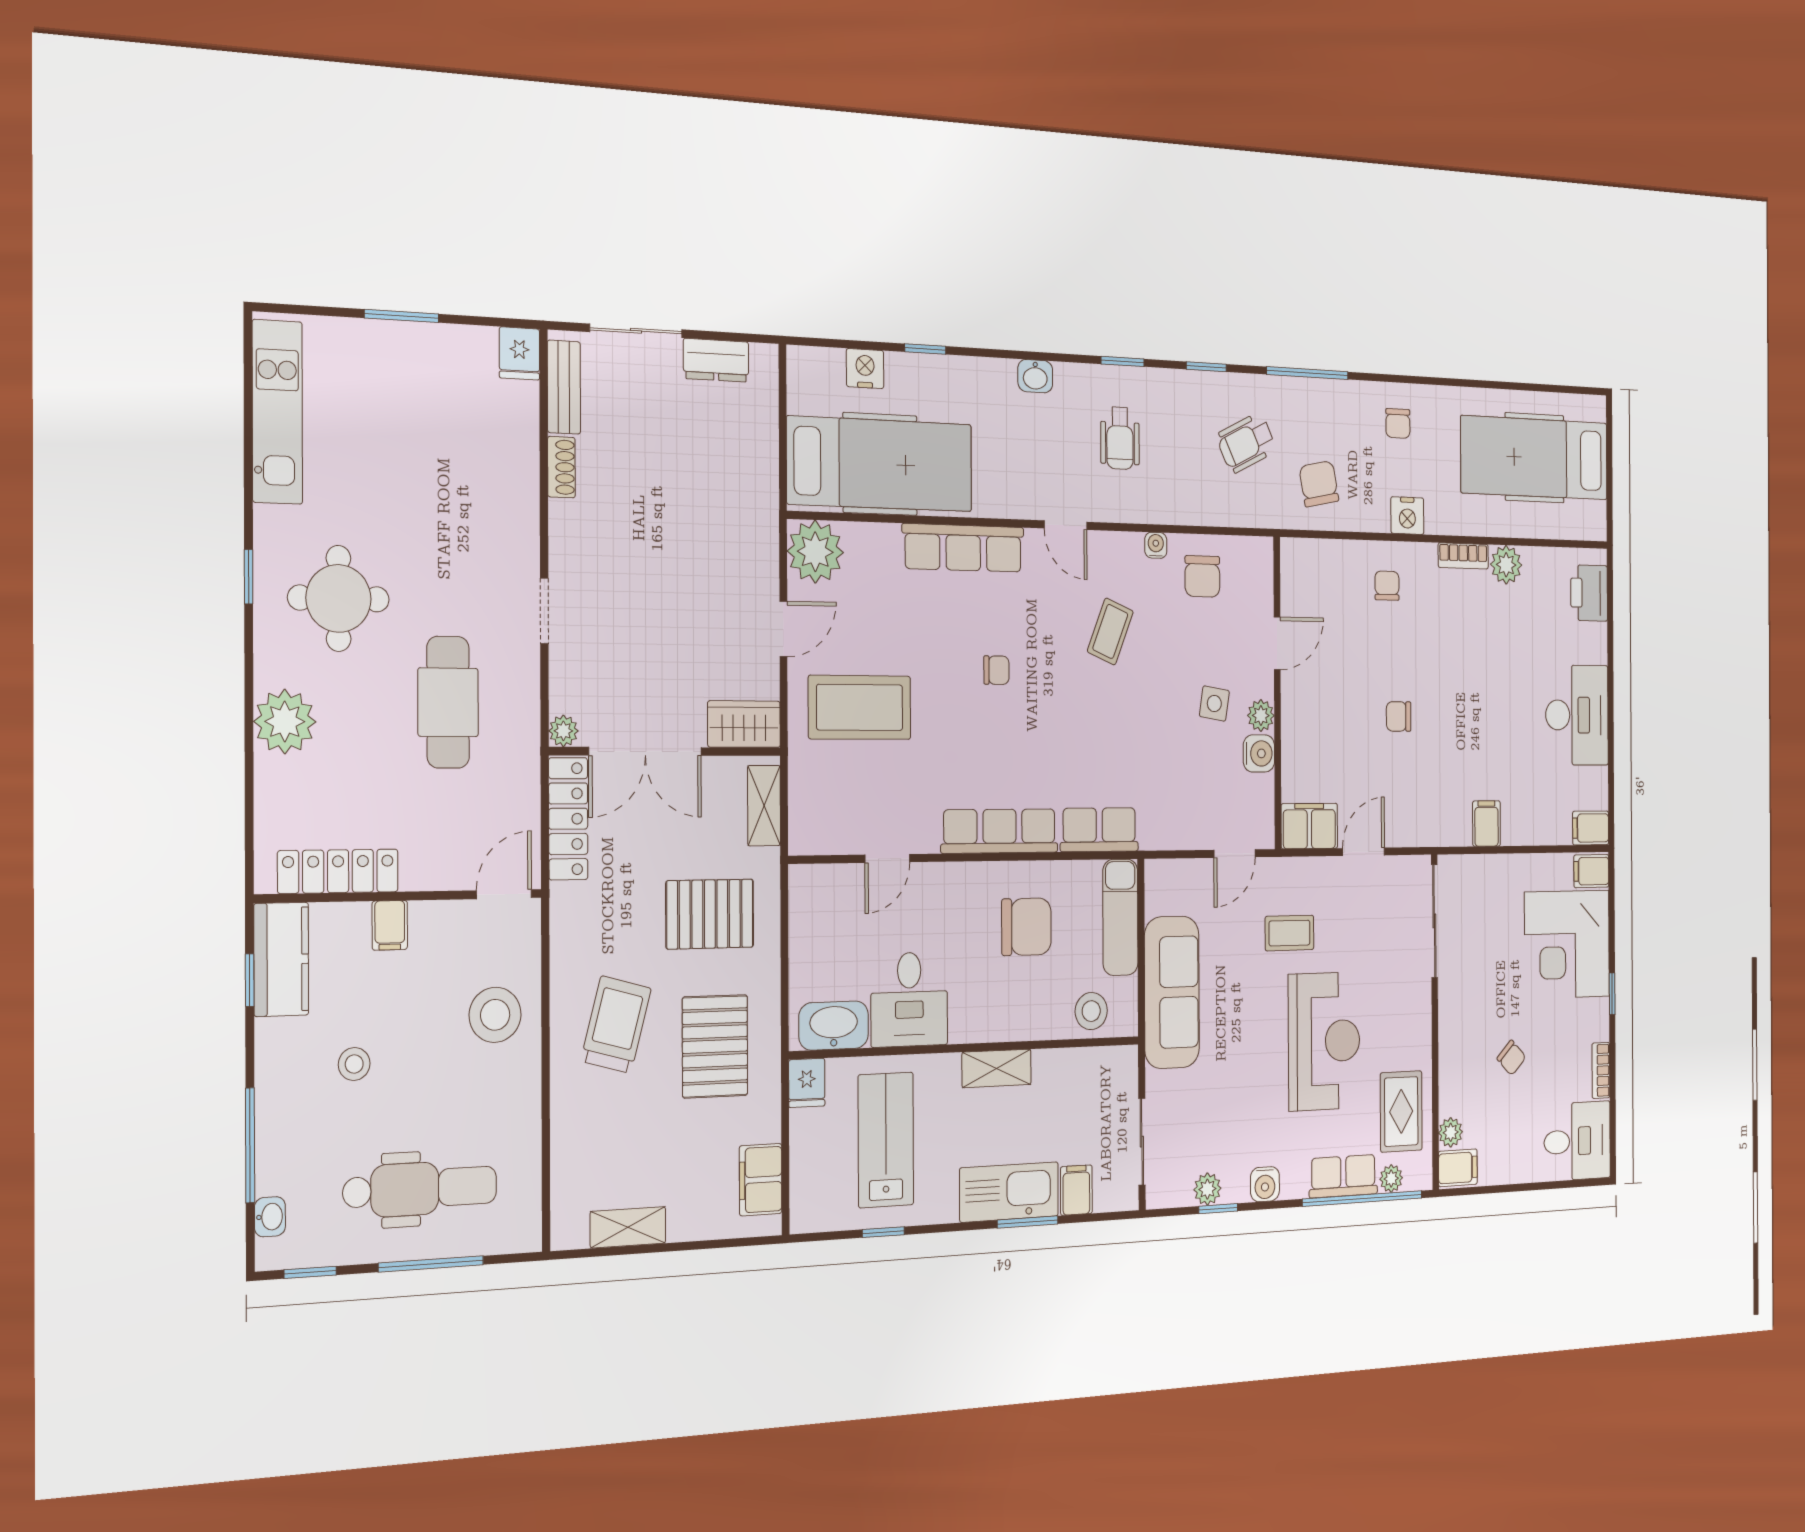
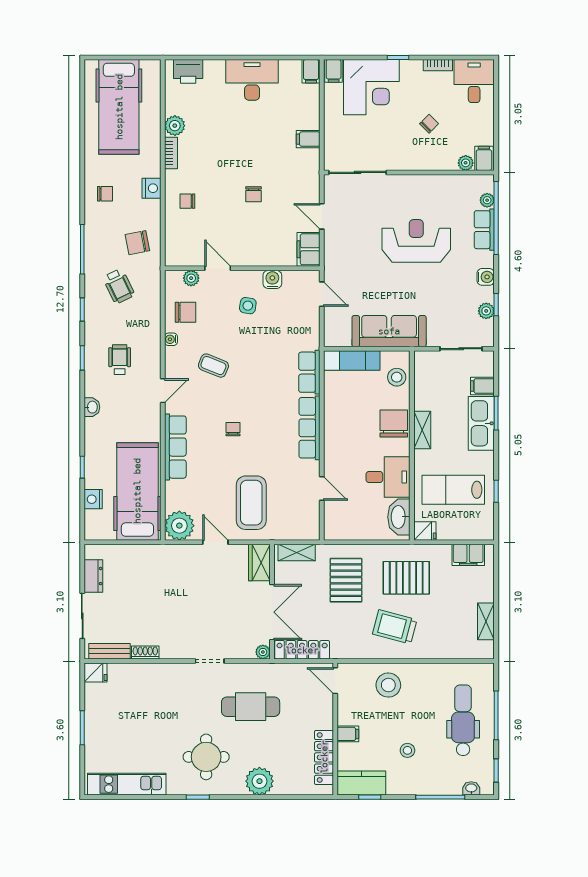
wheelchair: (1120, 438) -> (120, 360), turned -90
plant: (1261, 716) -> (191, 278), moved
chair: (1026, 927) -> (394, 424), moved
coffee table: (1289, 933) -> (362, 262), removed
rug: (1401, 1111) -> (454, 194), removed

